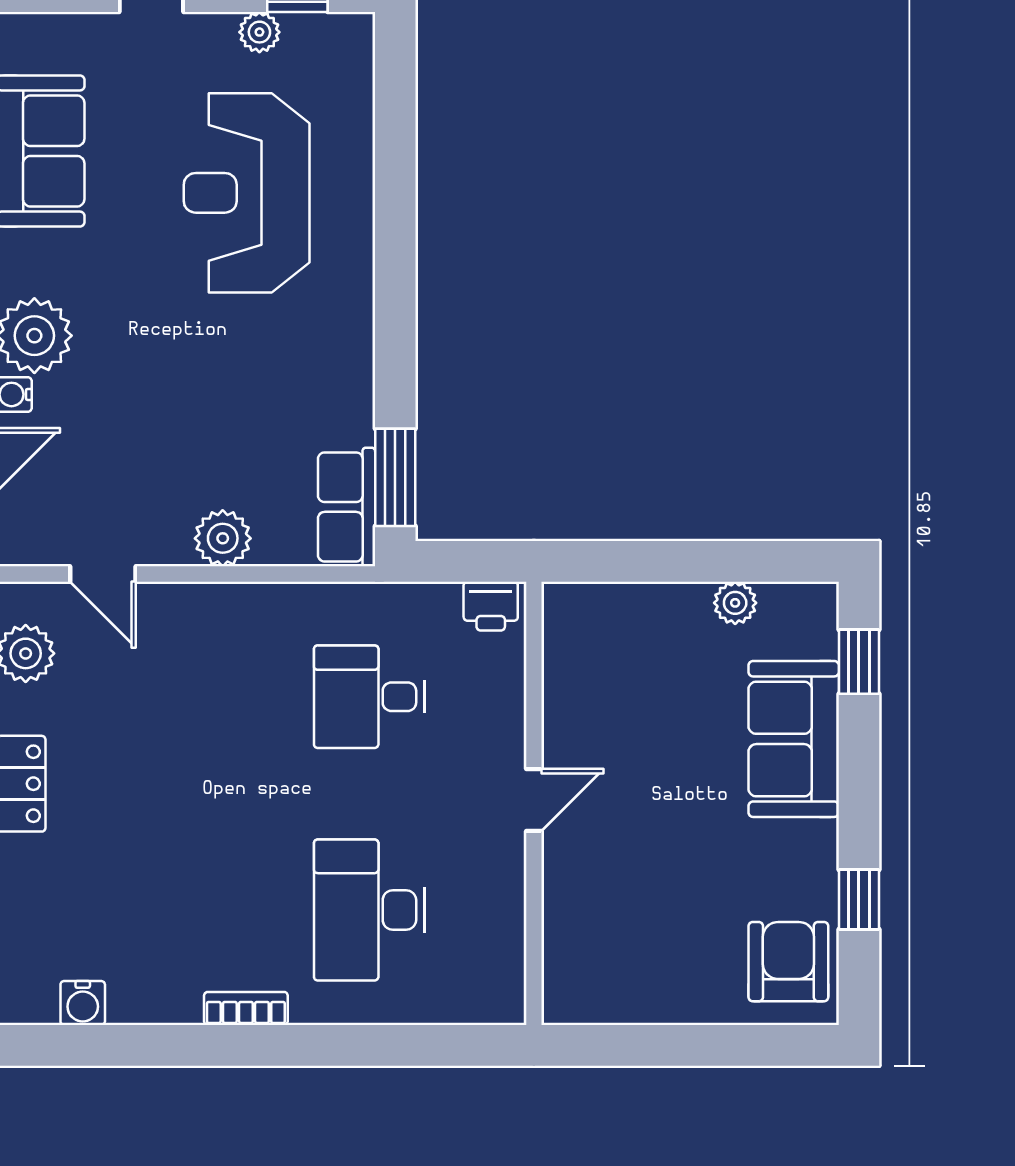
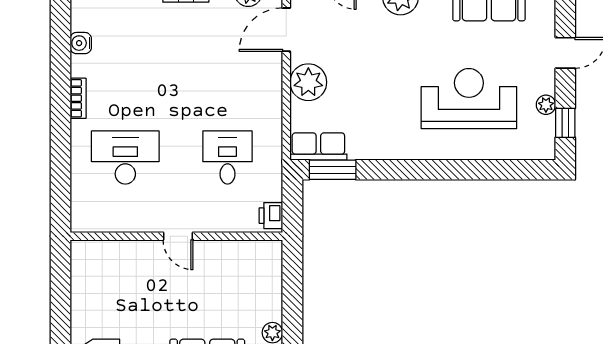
plant: (223, 538) -> (308, 82), width x1.36, depth x1.36
door: (103, 574) -> (286, 30), width x1.38
water cooler: (83, 1003) -> (81, 43), moved

